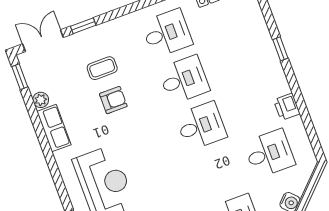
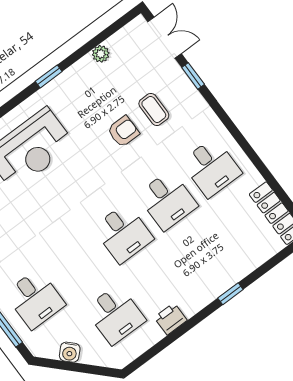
window: (20, 77) -> (49, 76), moved
armchair: (113, 100) -> (123, 131), turned -90
row of seats: (54, 128) -> (75, 77), removed

